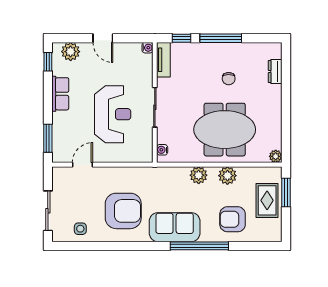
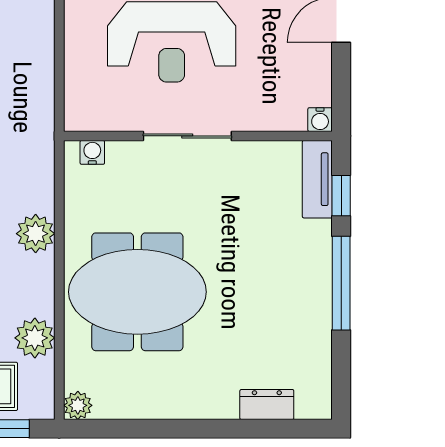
tv unit: (163, 60) -> (317, 179), moved, turned 90
chair: (229, 79) -> (251, 301), removed
meeting table: (225, 130) -> (137, 292), turned 90
plant: (227, 176) -> (35, 338), moved

